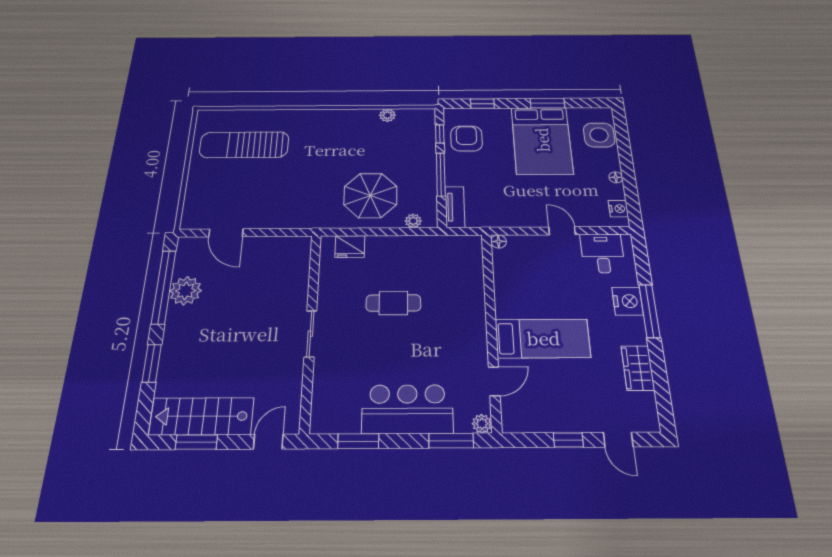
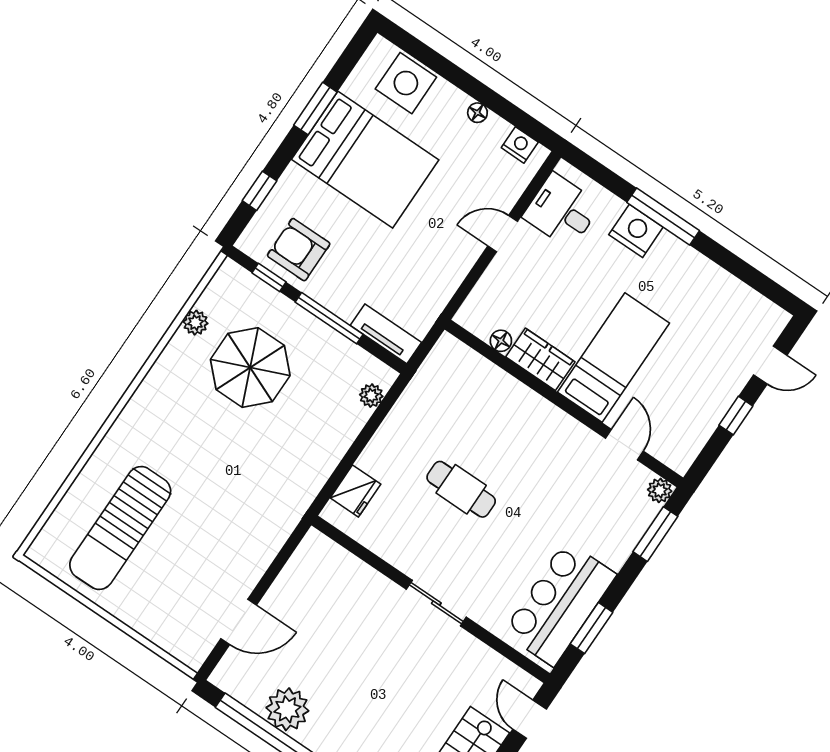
parasol: (370, 195) -> (250, 368), moved
floor lamp: (499, 241) -> (501, 341), moved
cafe table: (393, 303) -> (461, 489), turned 90
wardrobe: (638, 368) -> (540, 359), moved, turned 180
bar counter: (407, 409) -> (560, 604), moved

